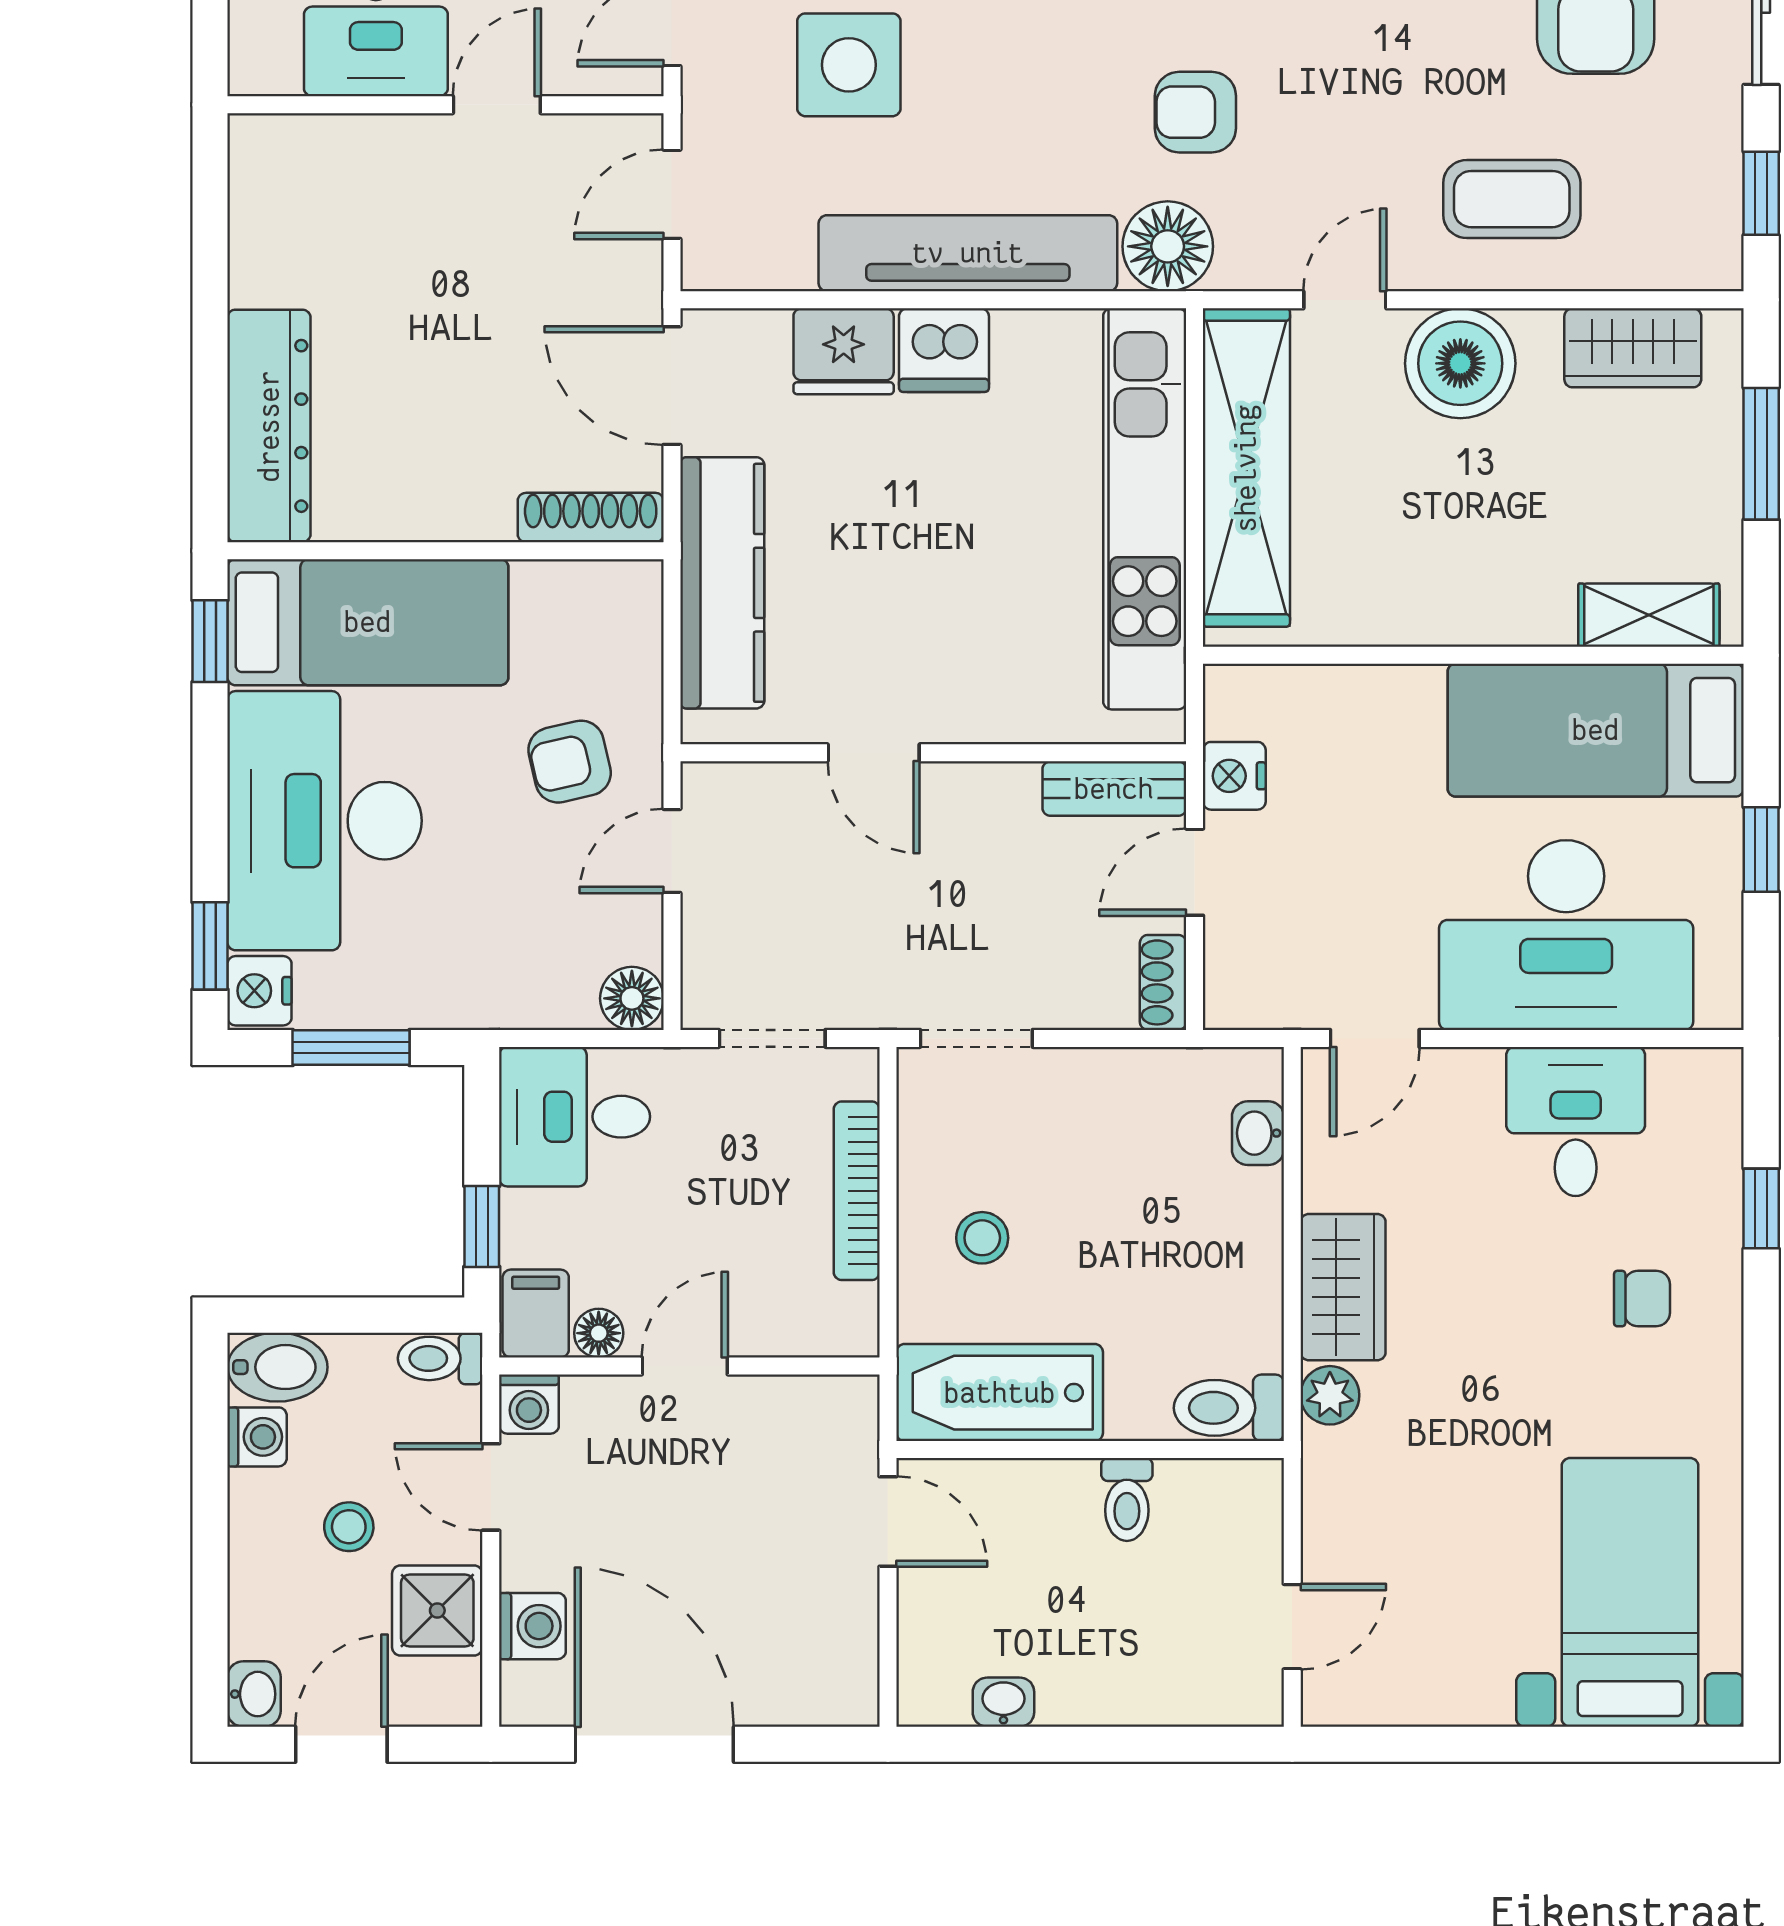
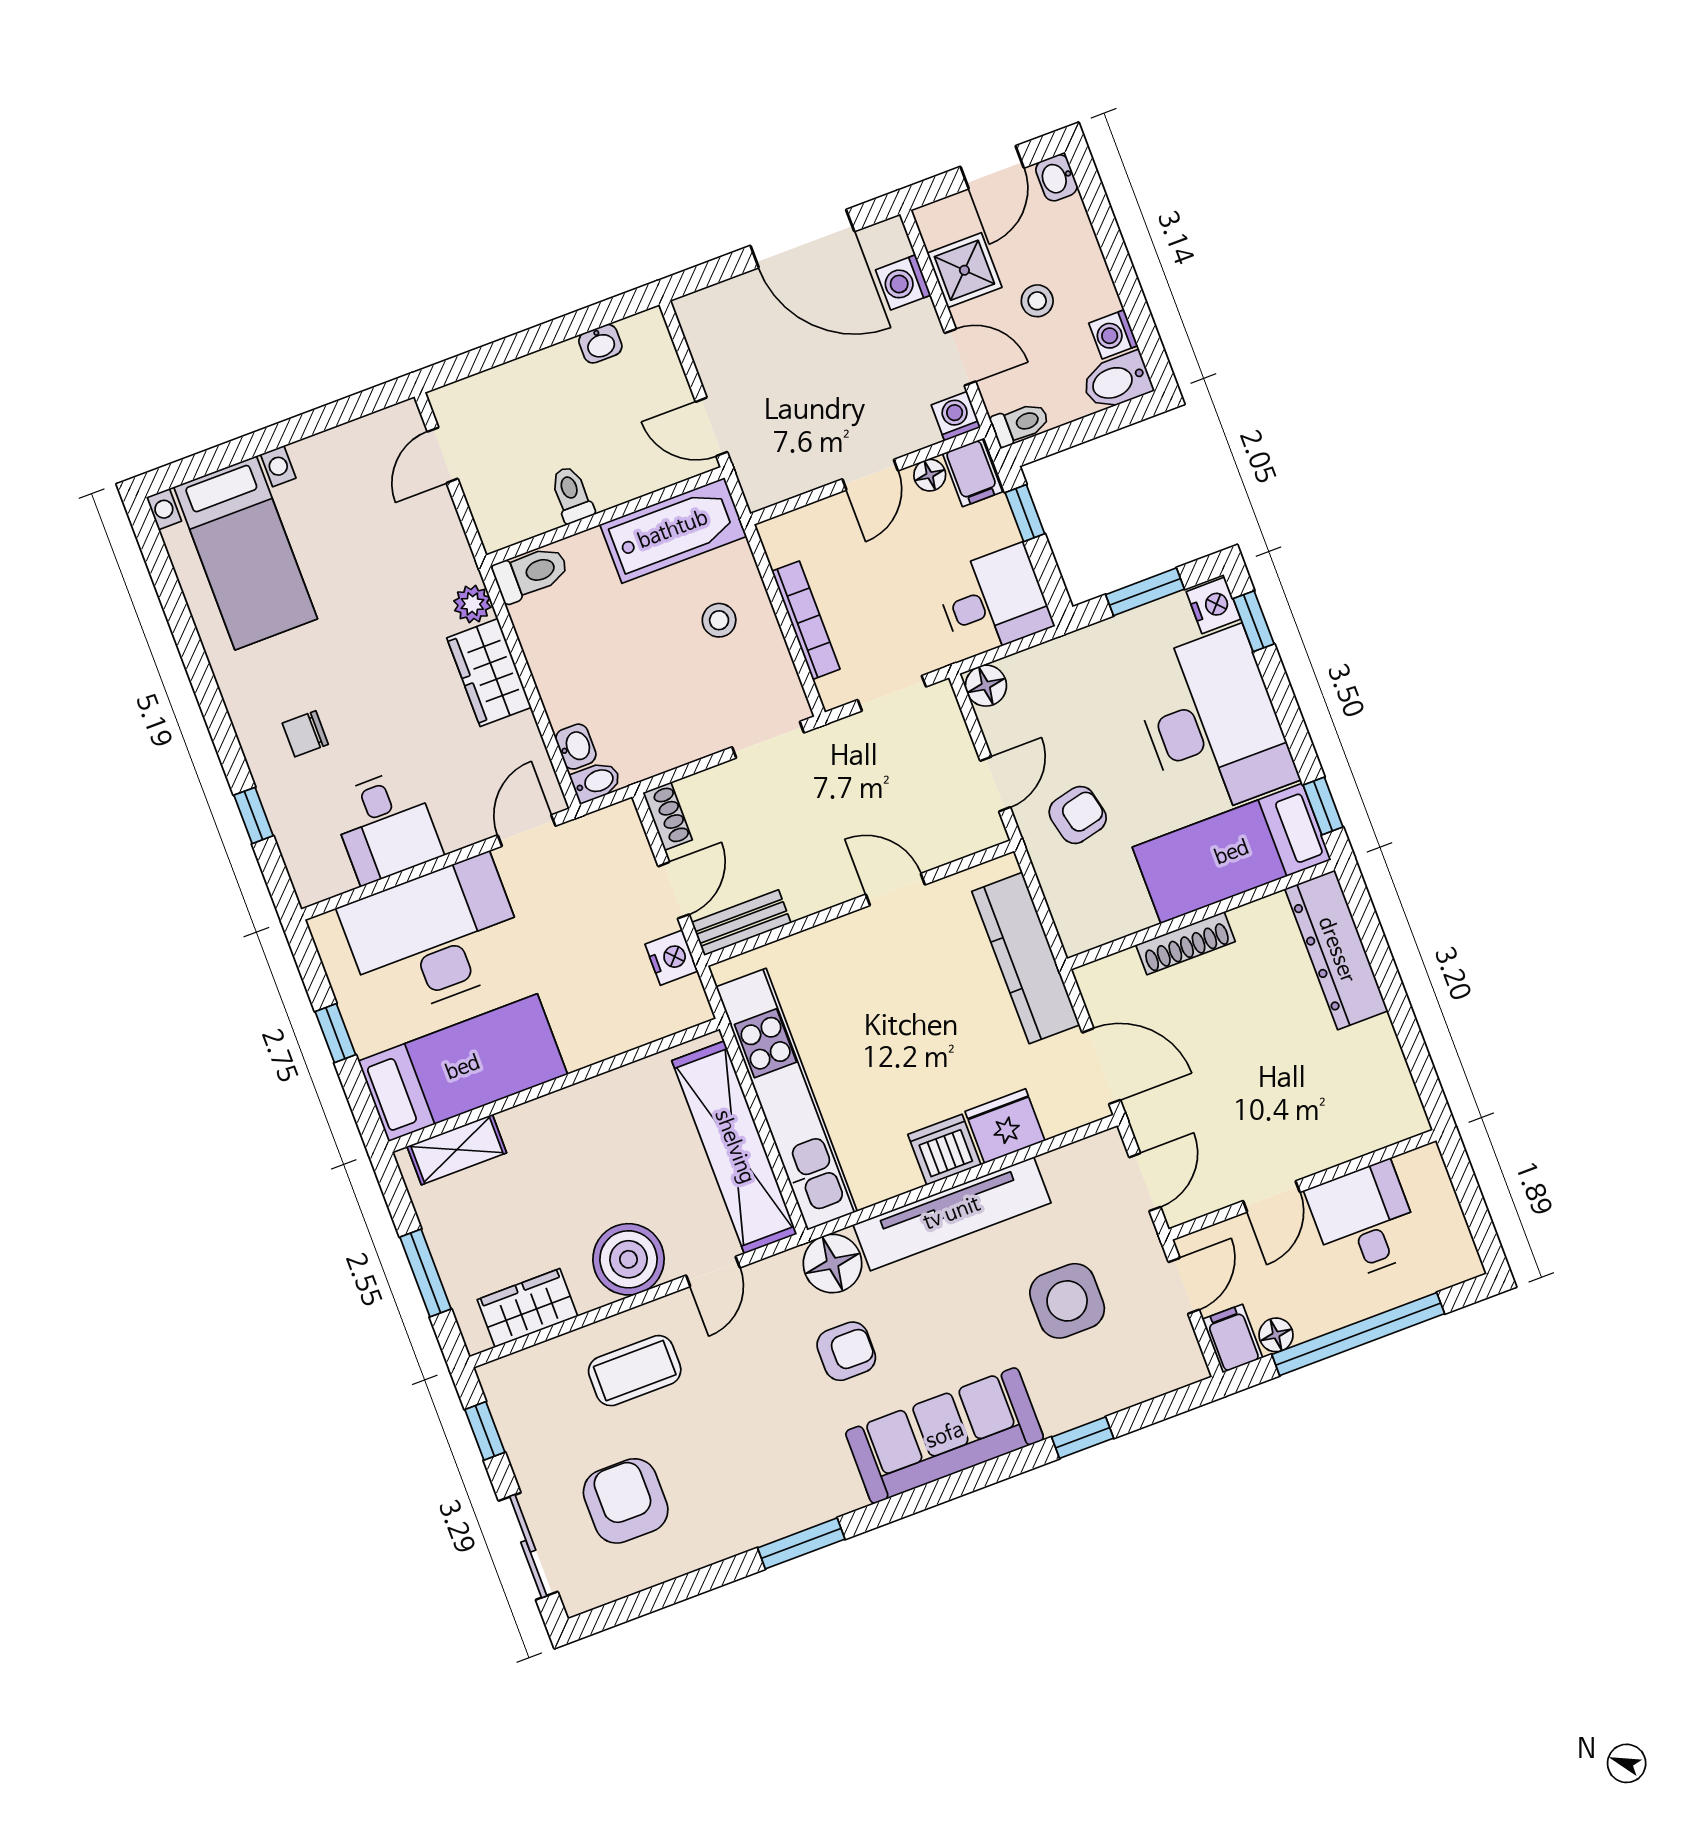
shoe rack: (591, 518) -> (1185, 943), moved
bidet: (1248, 1071) -> (596, 782), added

